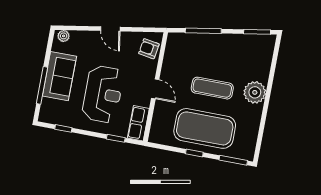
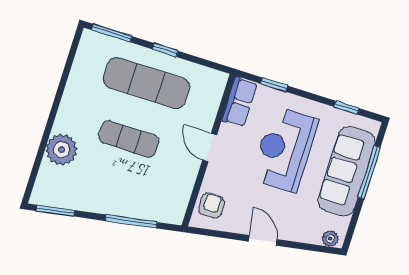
armchair: (149, 49) -> (212, 206), turned -99
sofa: (59, 76) -> (347, 171), width x1.36
plant: (255, 92) -> (62, 150), moved
exercise mat: (205, 128) -> (146, 83), width x0.68

